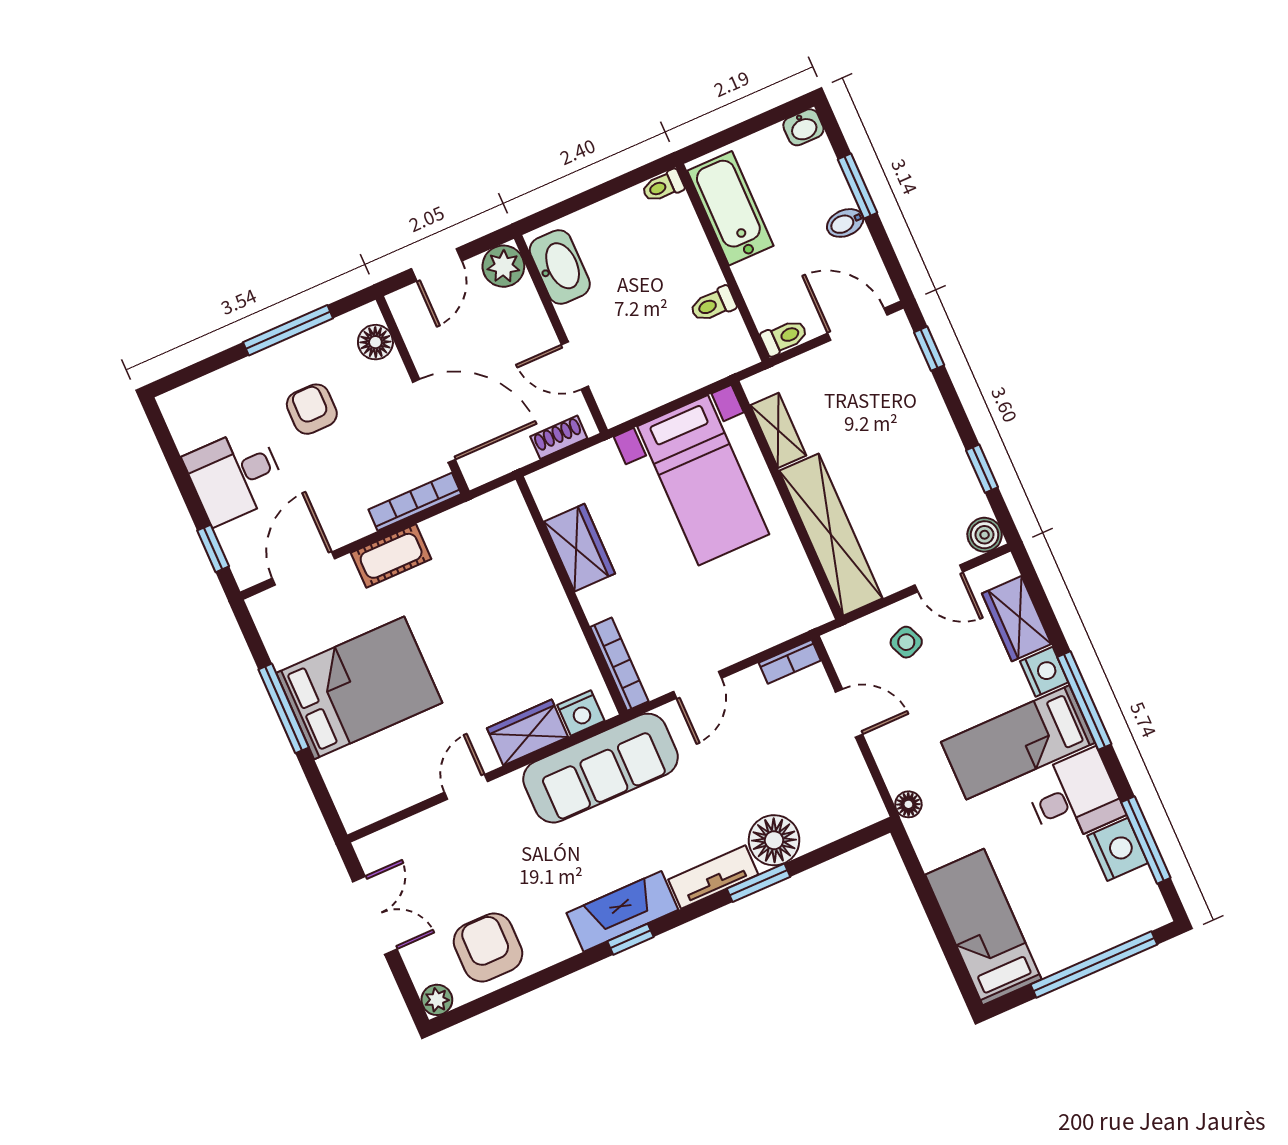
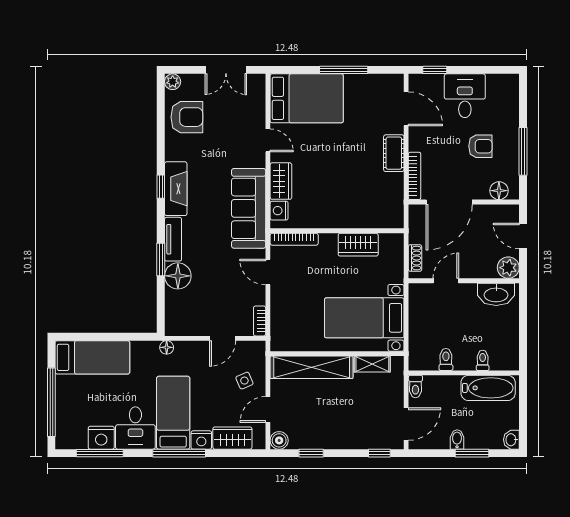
toilet: (663, 186) -> (483, 360), moved
bed: (359, 688) -> (307, 98), moved, turned -90

